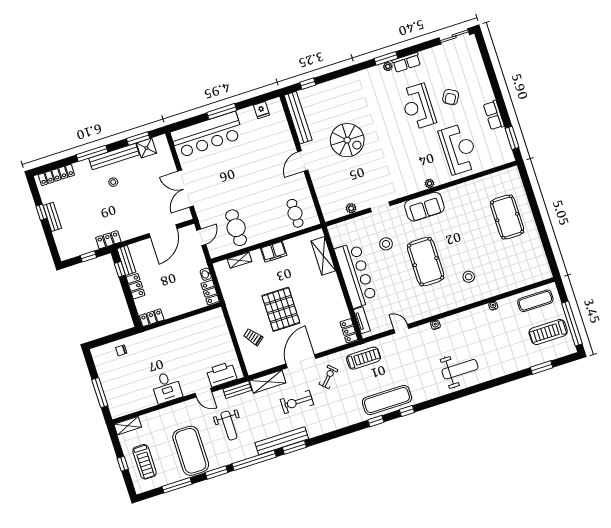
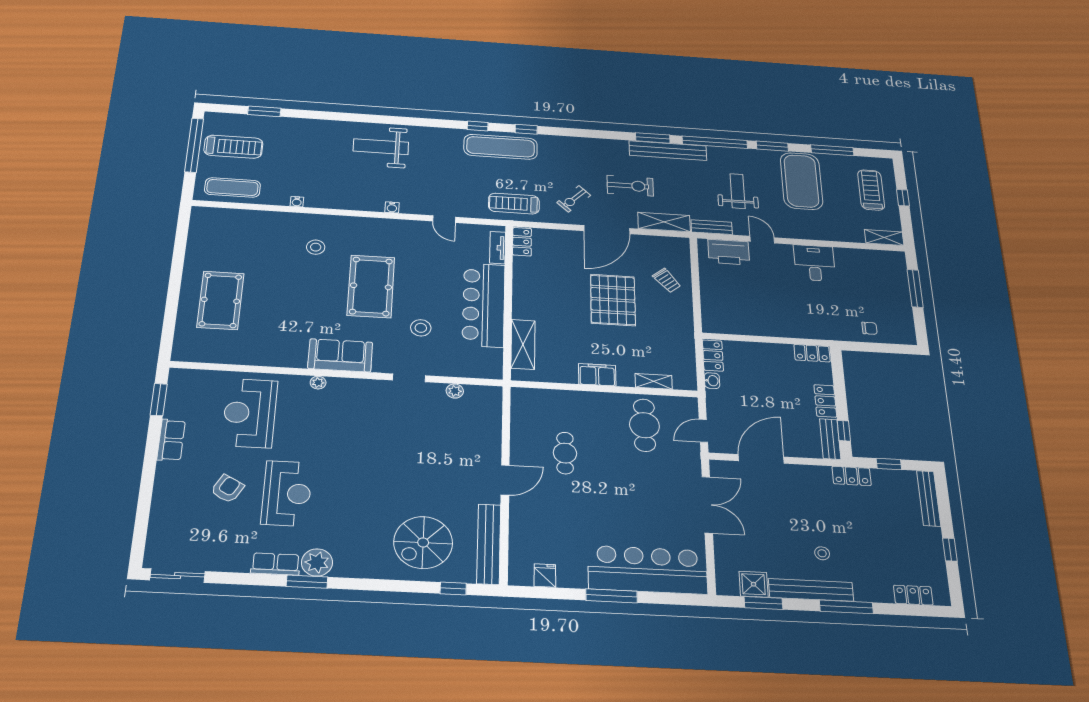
plant: (388, 66) -> (317, 562), width x1.88, depth x1.88
spiral stairs: (347, 140) -> (423, 542), moved, turned -90
locker: (56, 175) -> (913, 595), width x0.66
cafe table: (295, 213) -> (565, 453), moved
bench: (52, 217) -> (929, 498), moved, width x1.36

